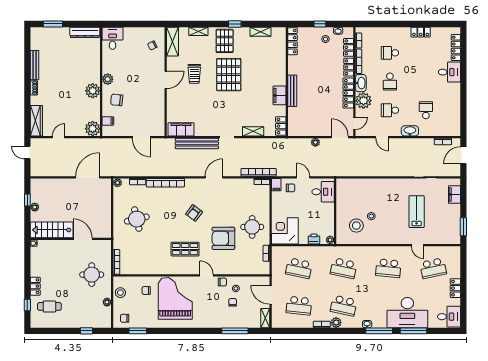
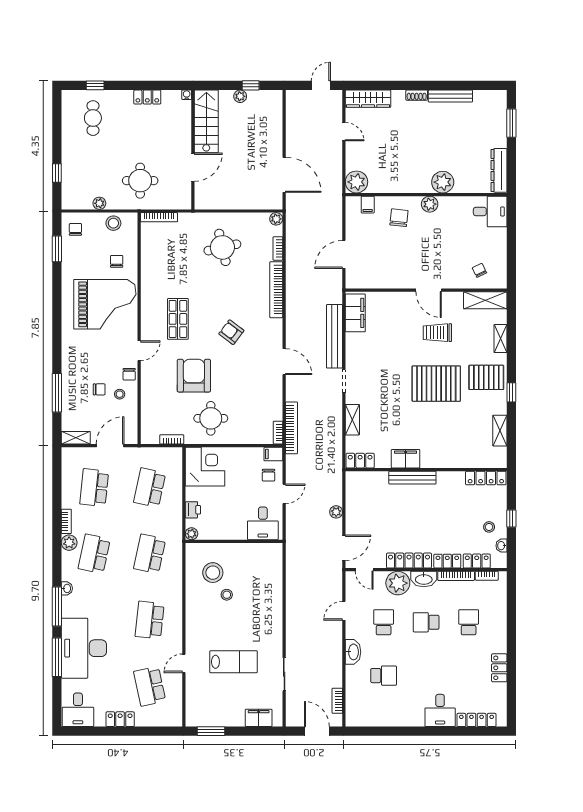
plant: (93, 91) -> (443, 182), moved
locker: (35, 286) -> (147, 97), moved

